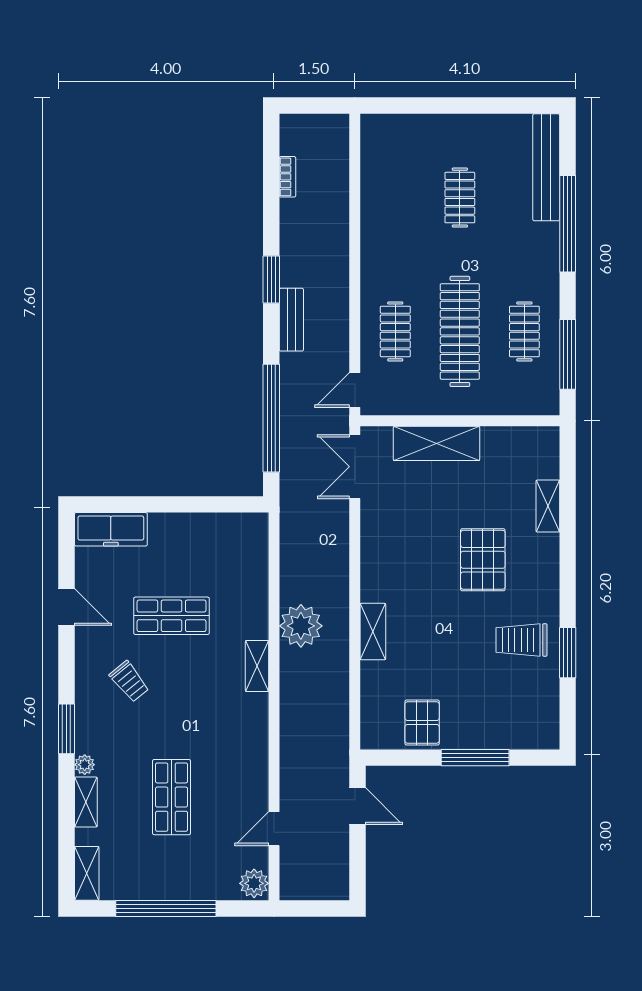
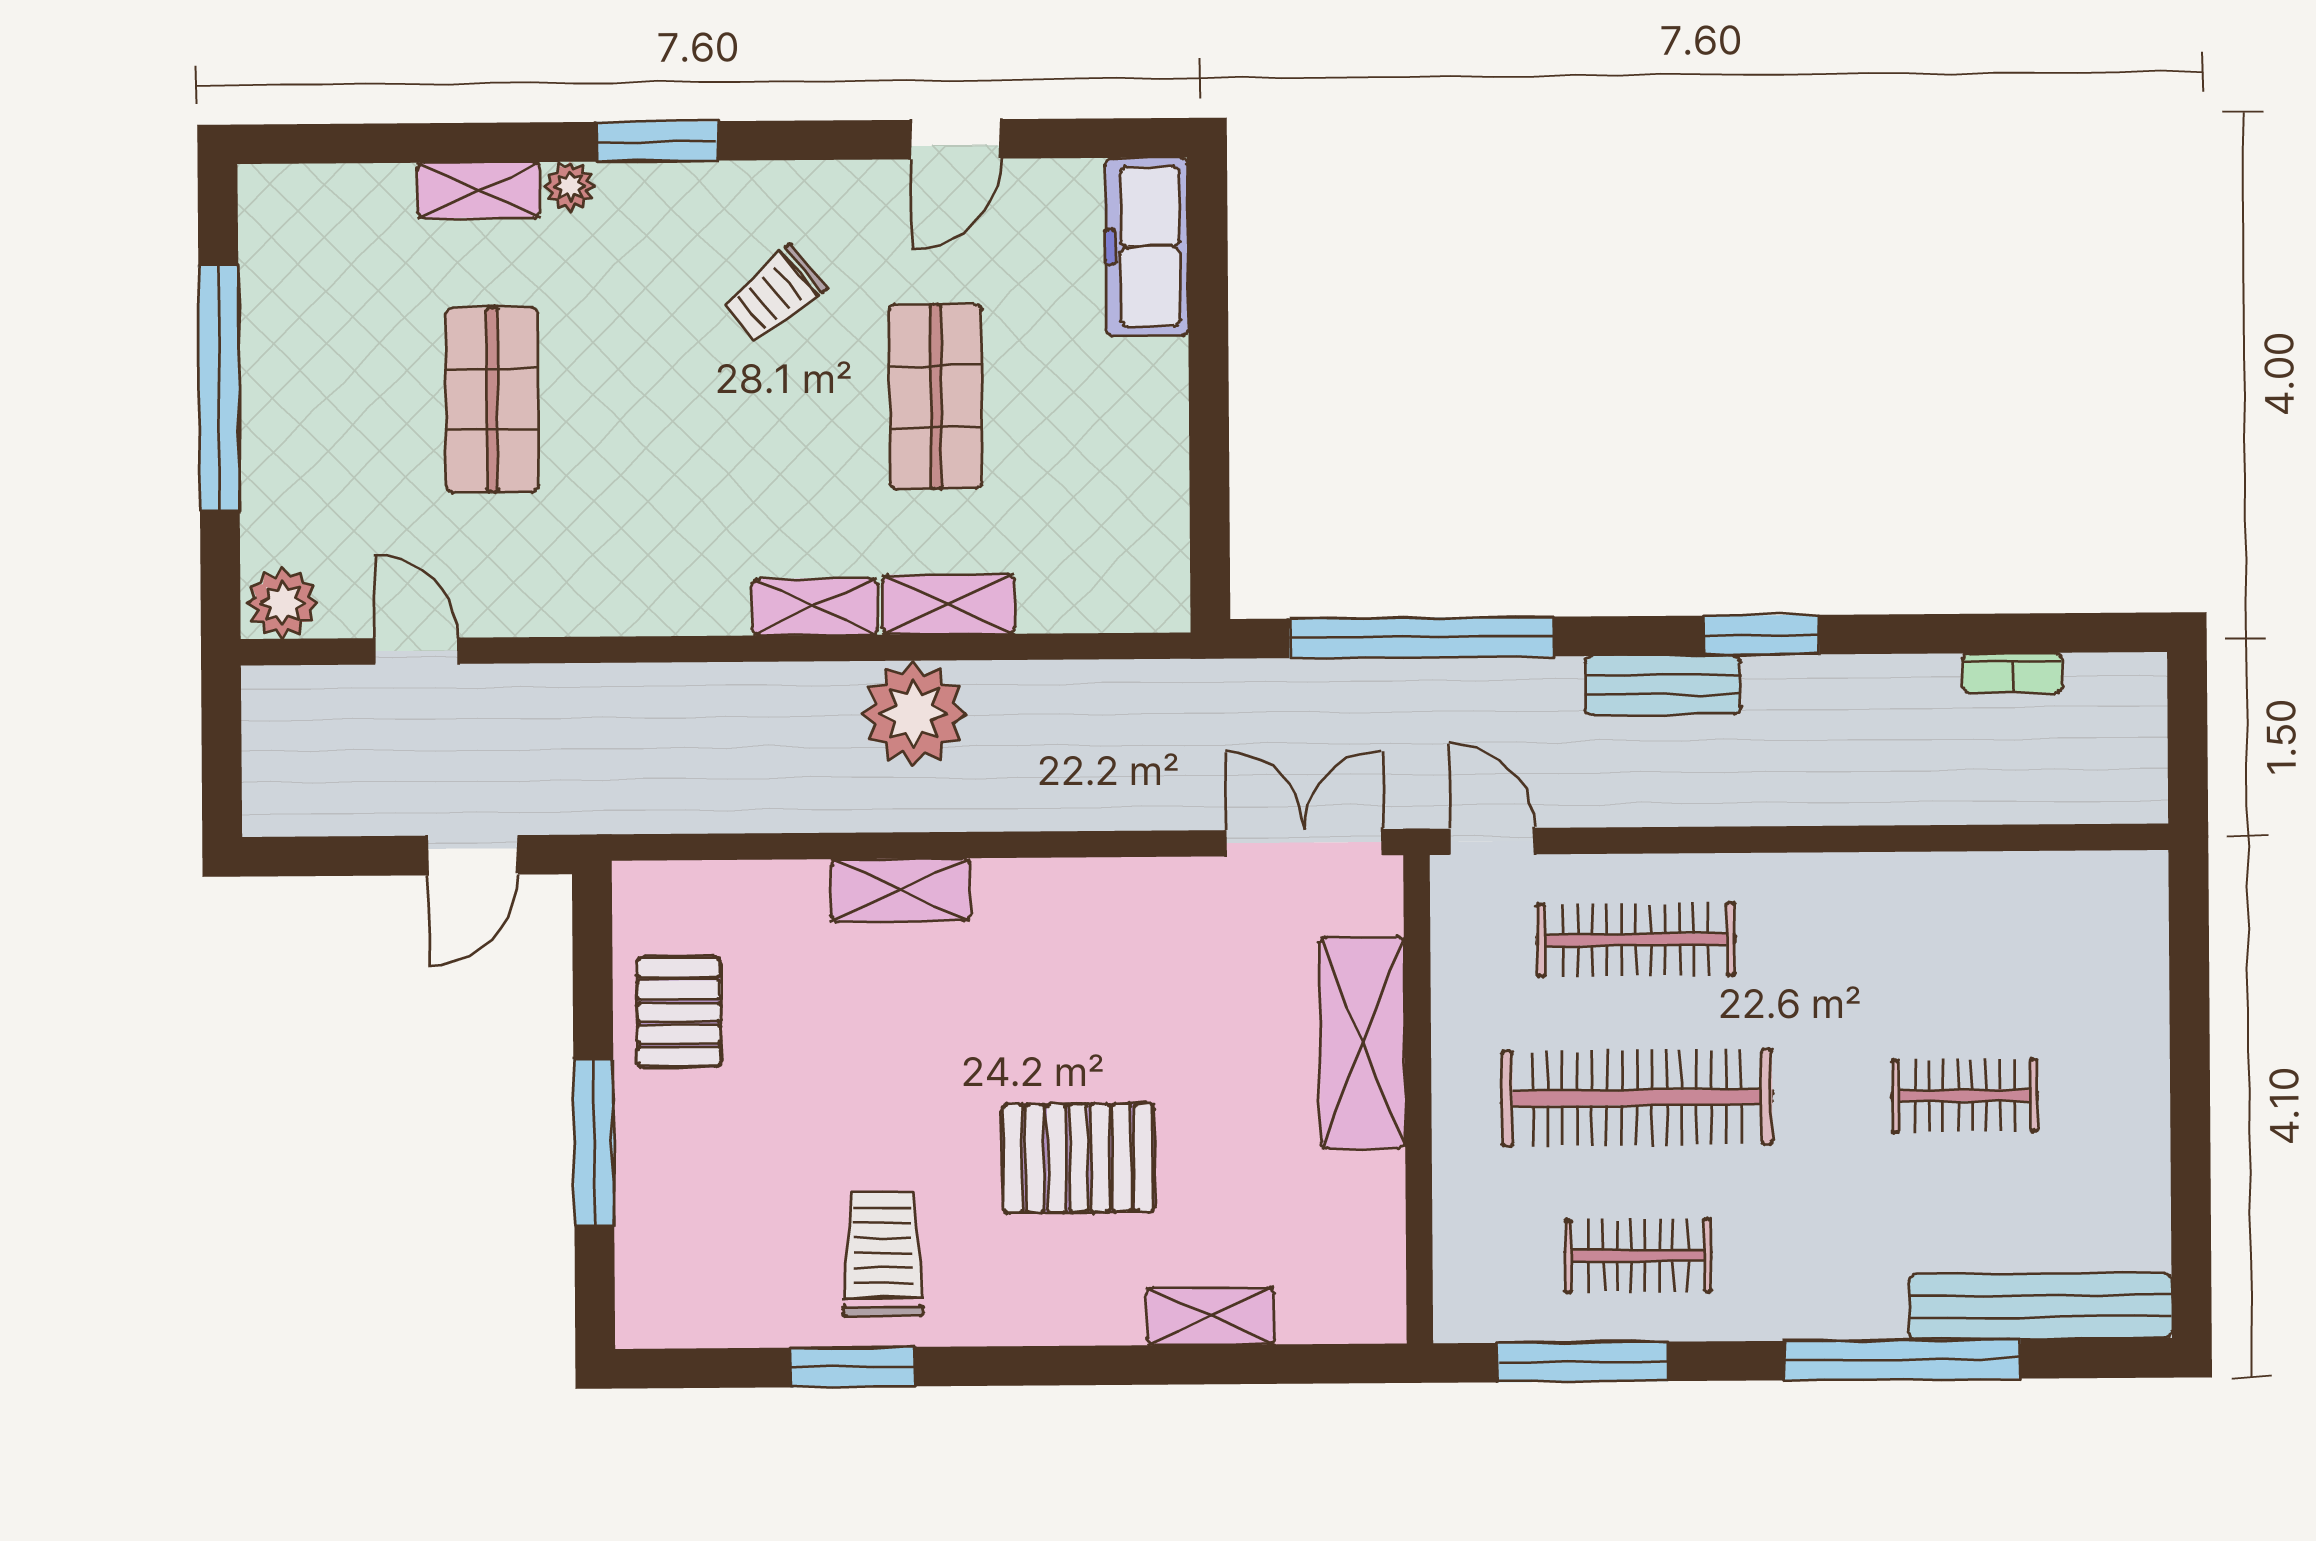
clothes rail: (395, 331) -> (1636, 940), width x1.36
pallet: (422, 723) -> (679, 1012), turned 90
shop shelf: (172, 797) -> (492, 400), turned 90
shelving: (87, 873) -> (949, 604), moved

